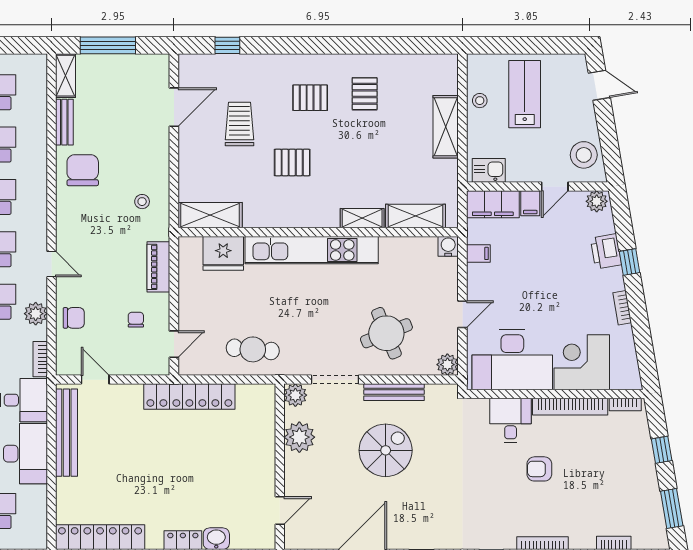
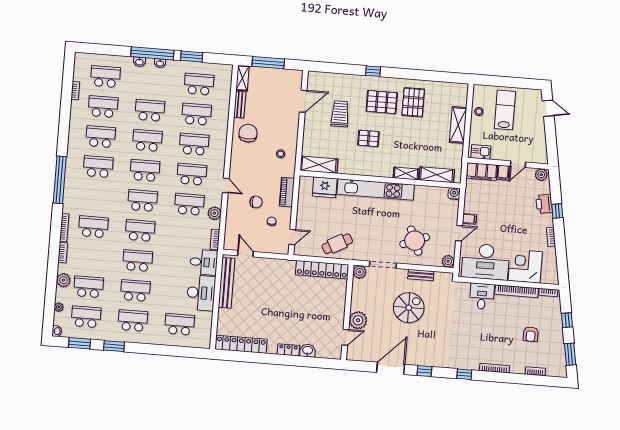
window: (227, 45) -> (373, 71), moved
pallet: (365, 94) -> (413, 102), width x1.50, depth x1.42
pallet: (310, 98) -> (382, 102), width x1.50, depth x1.42
stool: (584, 155) -> (536, 147), removed
filing cabinet: (478, 253) -> (469, 219), moved
chair: (74, 318) -> (256, 202), moved
cafe table: (253, 349) -> (337, 244), turned -33
bench: (394, 392) -> (421, 275), width x0.73
locker: (189, 397) -> (322, 270), moved
plant: (299, 437) -> (358, 320), moved
armchair: (539, 469) -> (531, 334), moved, turned -90

